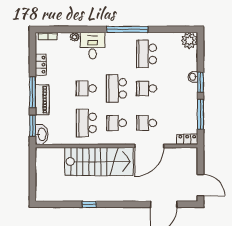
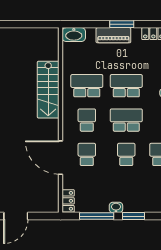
washbasin: (193, 77) -> (116, 207), moved
school desk: (86, 88) -> (126, 86), width x1.85
window: (33, 92) -> (122, 24), width x0.69
window: (33, 126) -> (84, 24), removed
stairs: (99, 162) -> (48, 90), width x0.73, depth x0.66

